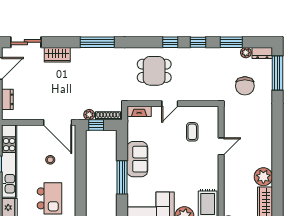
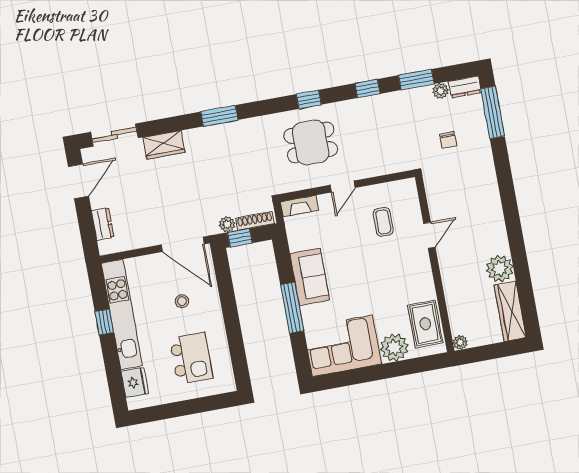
window: (97, 42) -> (219, 116), width x0.69
window: (170, 42) -> (309, 99), moved
chair: (245, 86) -> (448, 140), width x0.54, depth x0.54

